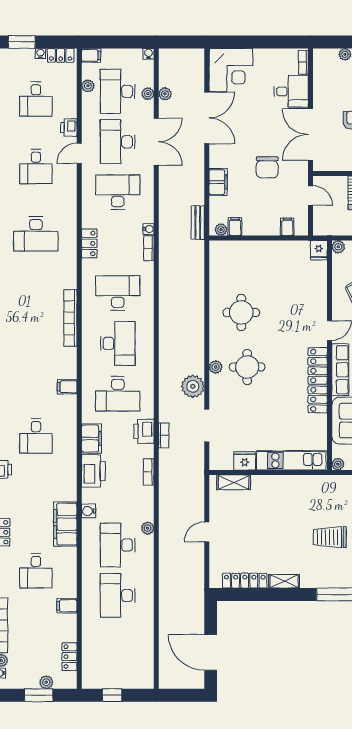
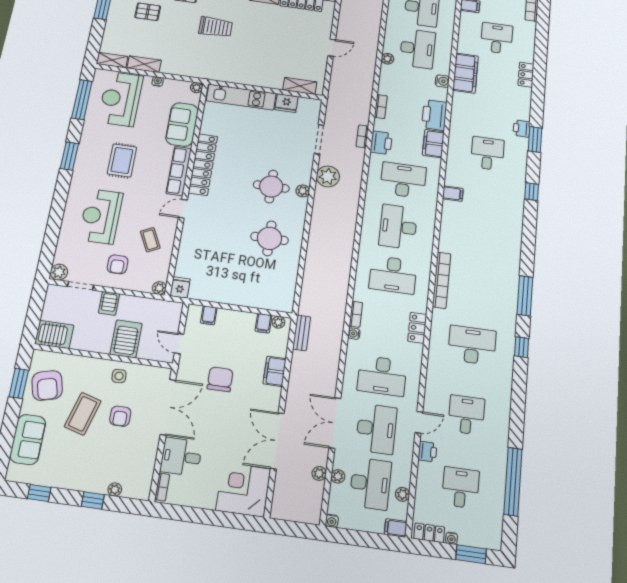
bookcase: (70, 318) -> (442, 280), moved

